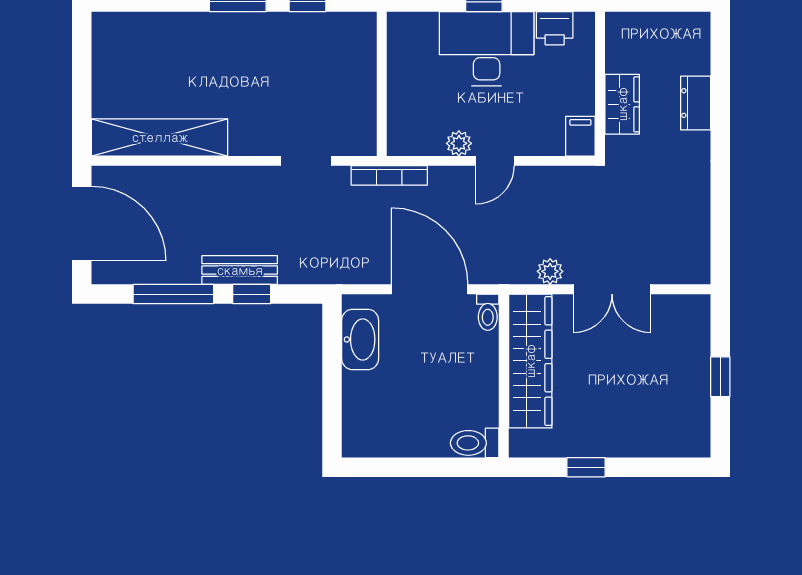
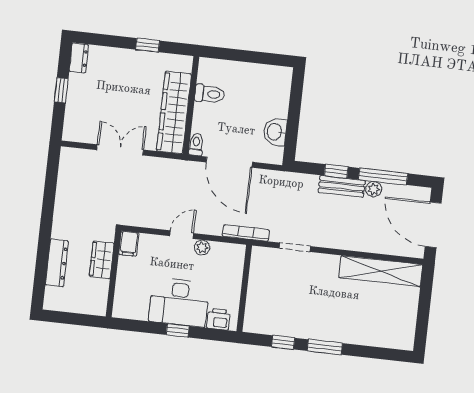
printer: (555, 28) -> (218, 319), moved
dresser: (696, 103) -> (57, 263), width x1.44
plant: (550, 271) -> (374, 189), moved
washbasin: (360, 339) -> (275, 132), width x0.72
dresser: (697, 433) -> (79, 58), added
toilet: (475, 443) -> (210, 94), moved

